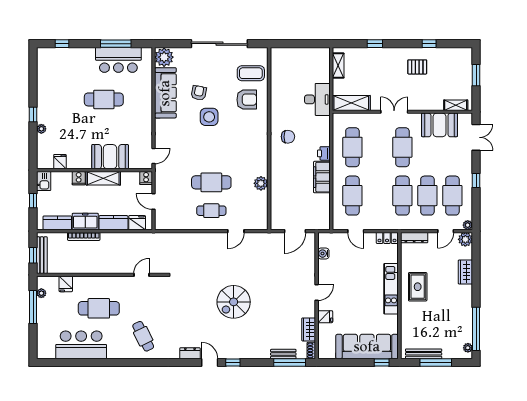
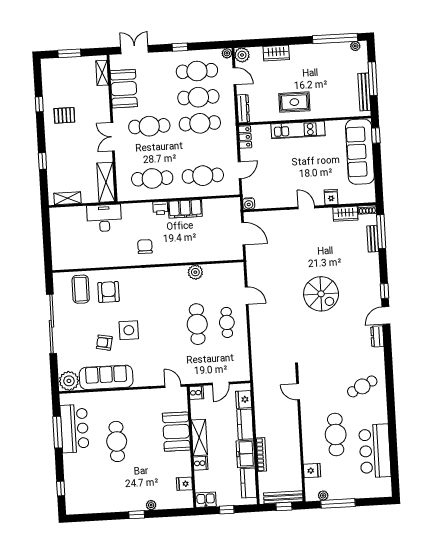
pallet: (417, 67) -> (64, 115), turned 90
water cooler: (323, 254) -> (249, 204), moved

